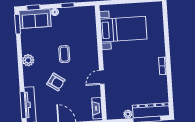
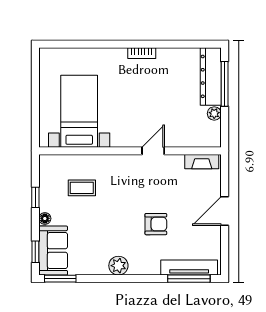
coffee table: (64, 54) -> (82, 188), moved
door: (102, 77) -> (153, 151), swing flipped
armchair: (56, 82) -> (156, 224), turned 55

